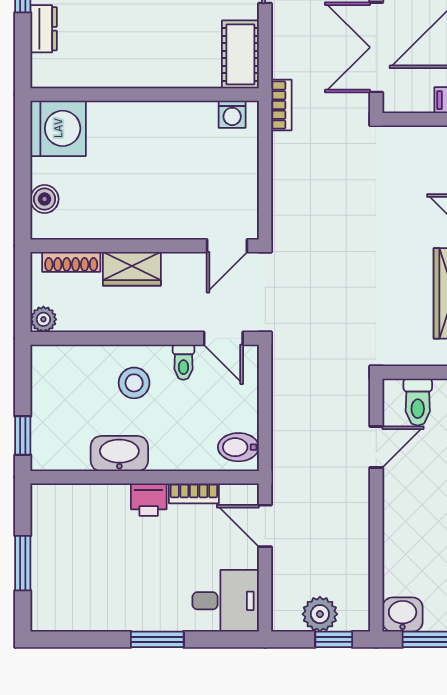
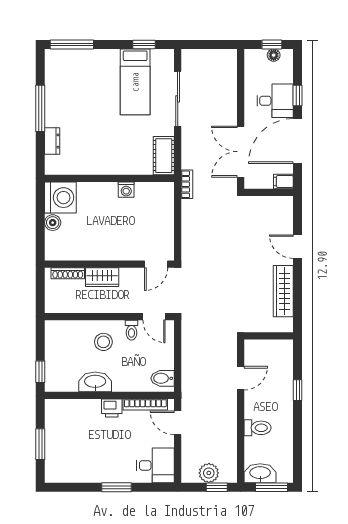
washing machine: (232, 114) -> (126, 190), moved
boiler: (45, 199) -> (53, 223), moved
plant: (43, 319) -> (52, 306), removed
toilet: (418, 402) -> (258, 428), moved, turned -90
bookcase: (194, 493) -> (145, 405), width x1.56
washbasin: (403, 615) -> (260, 473), width x1.38

